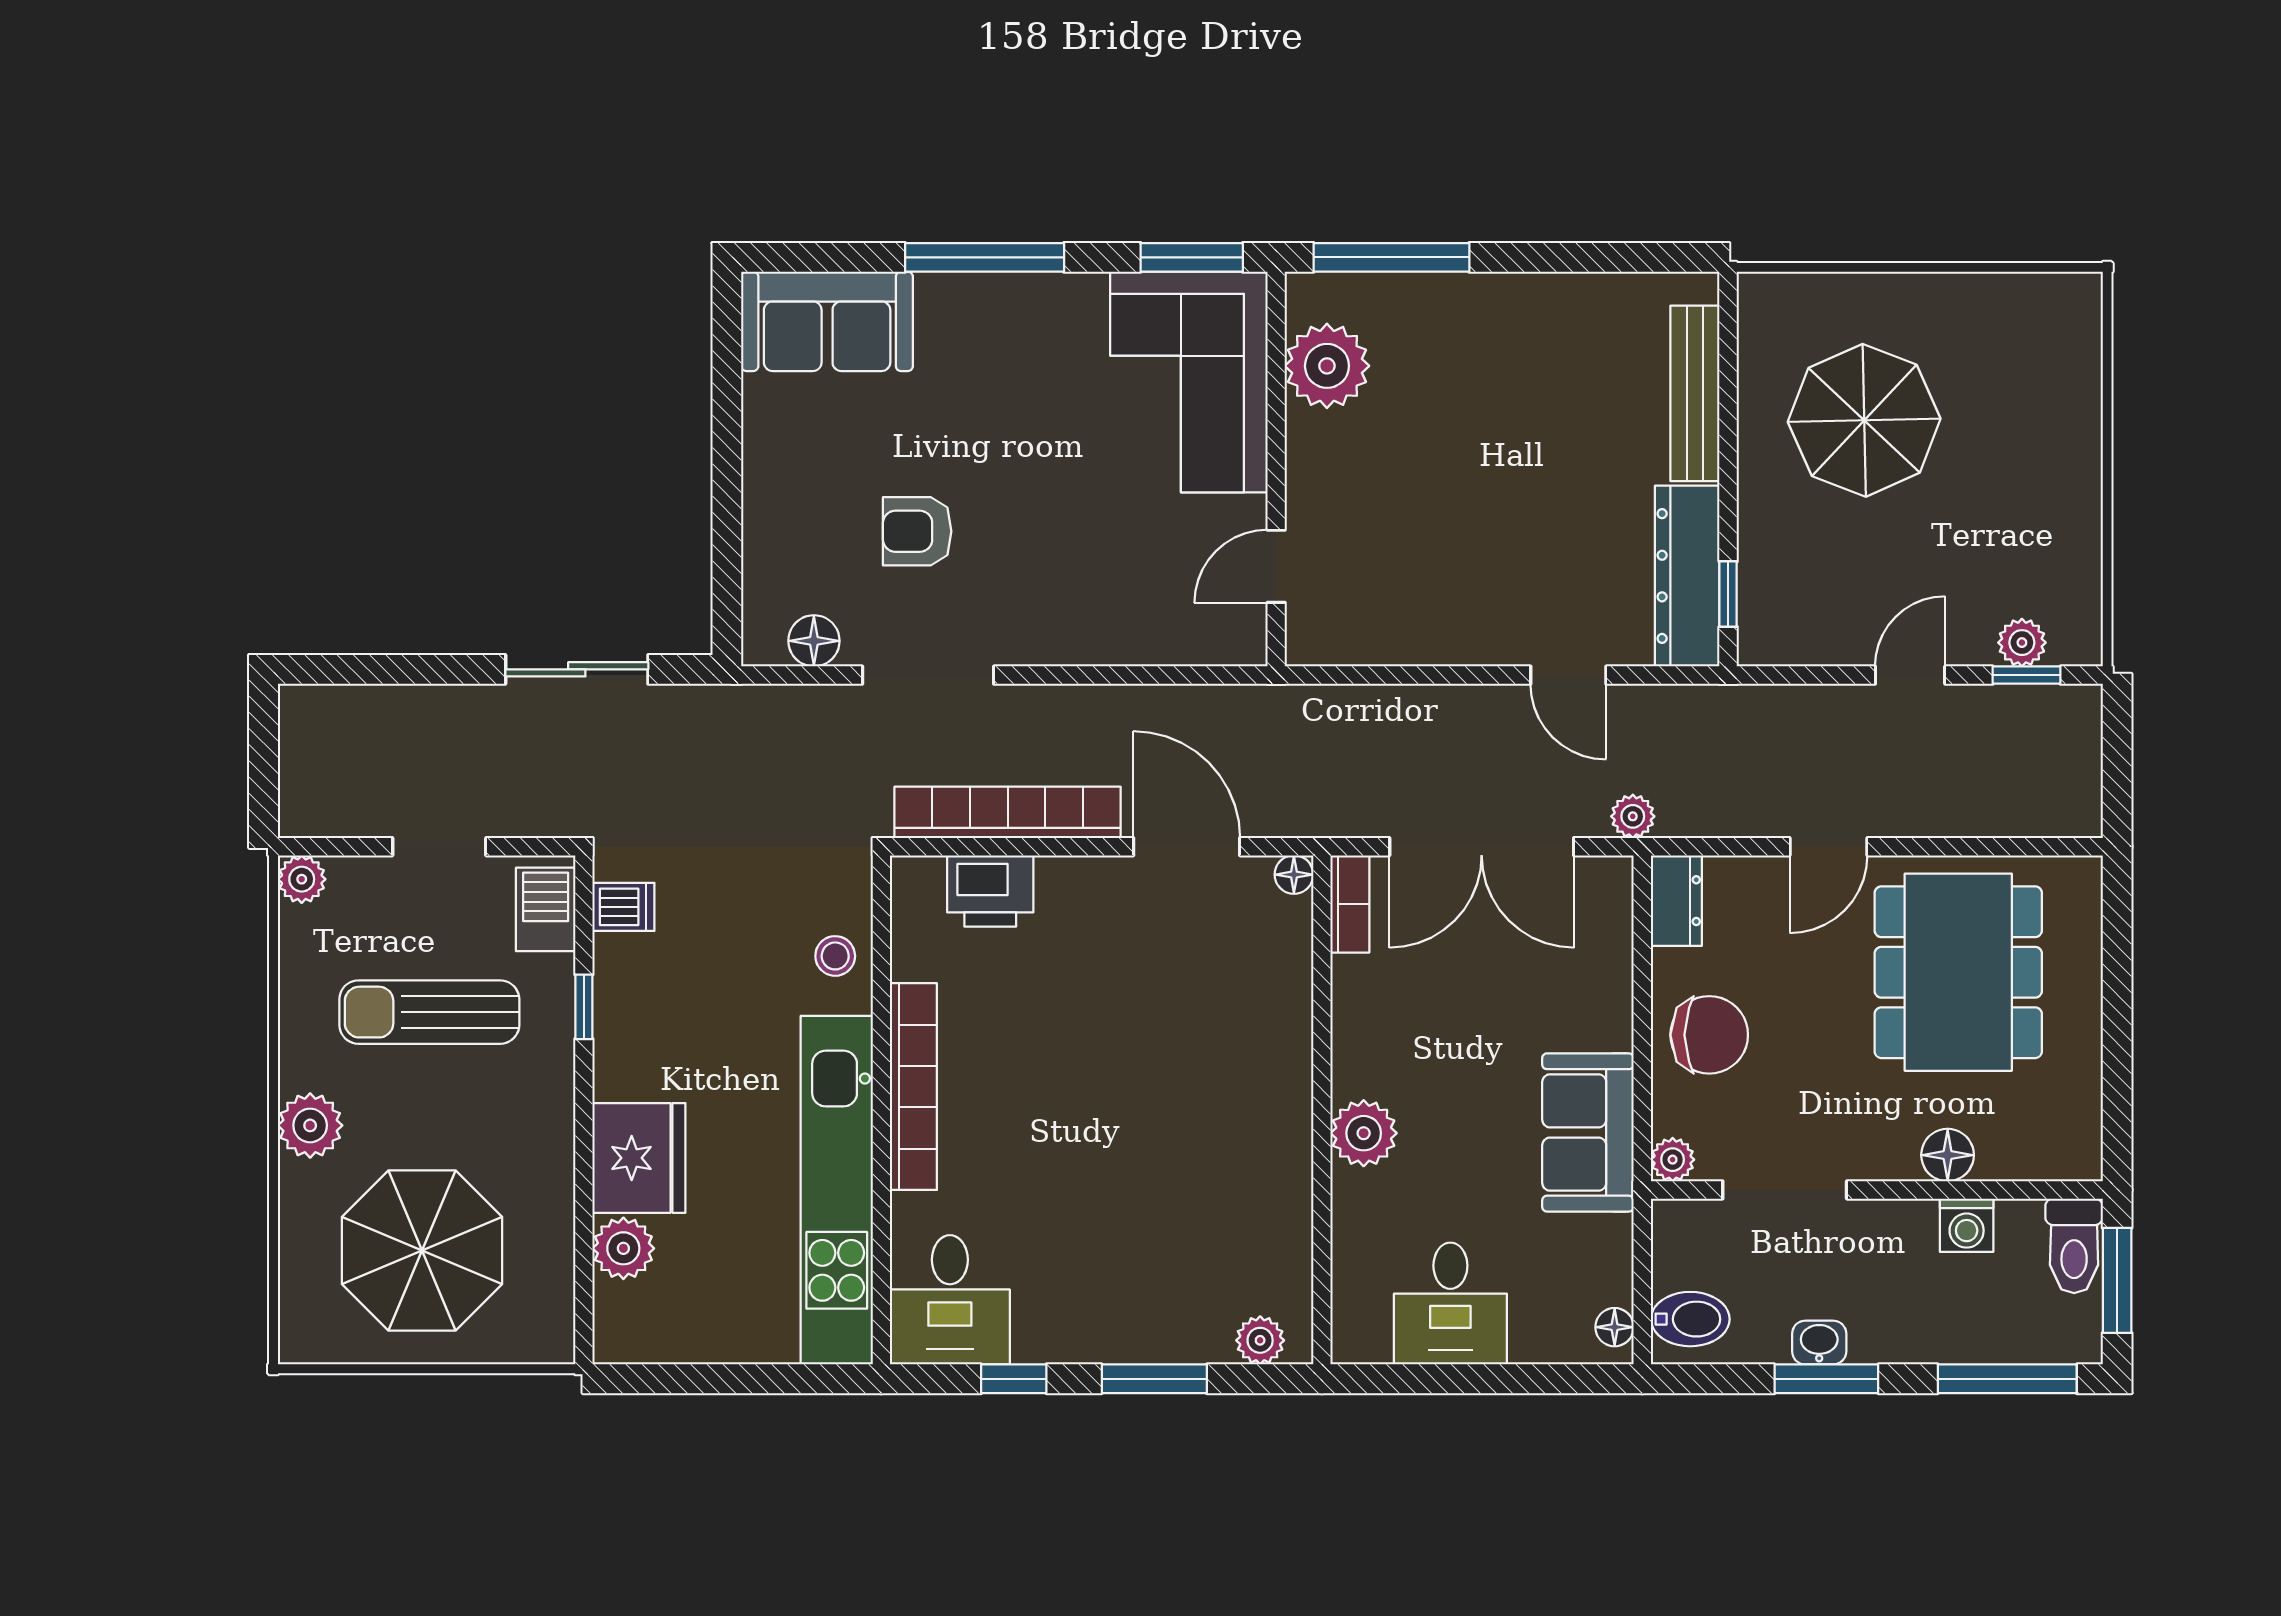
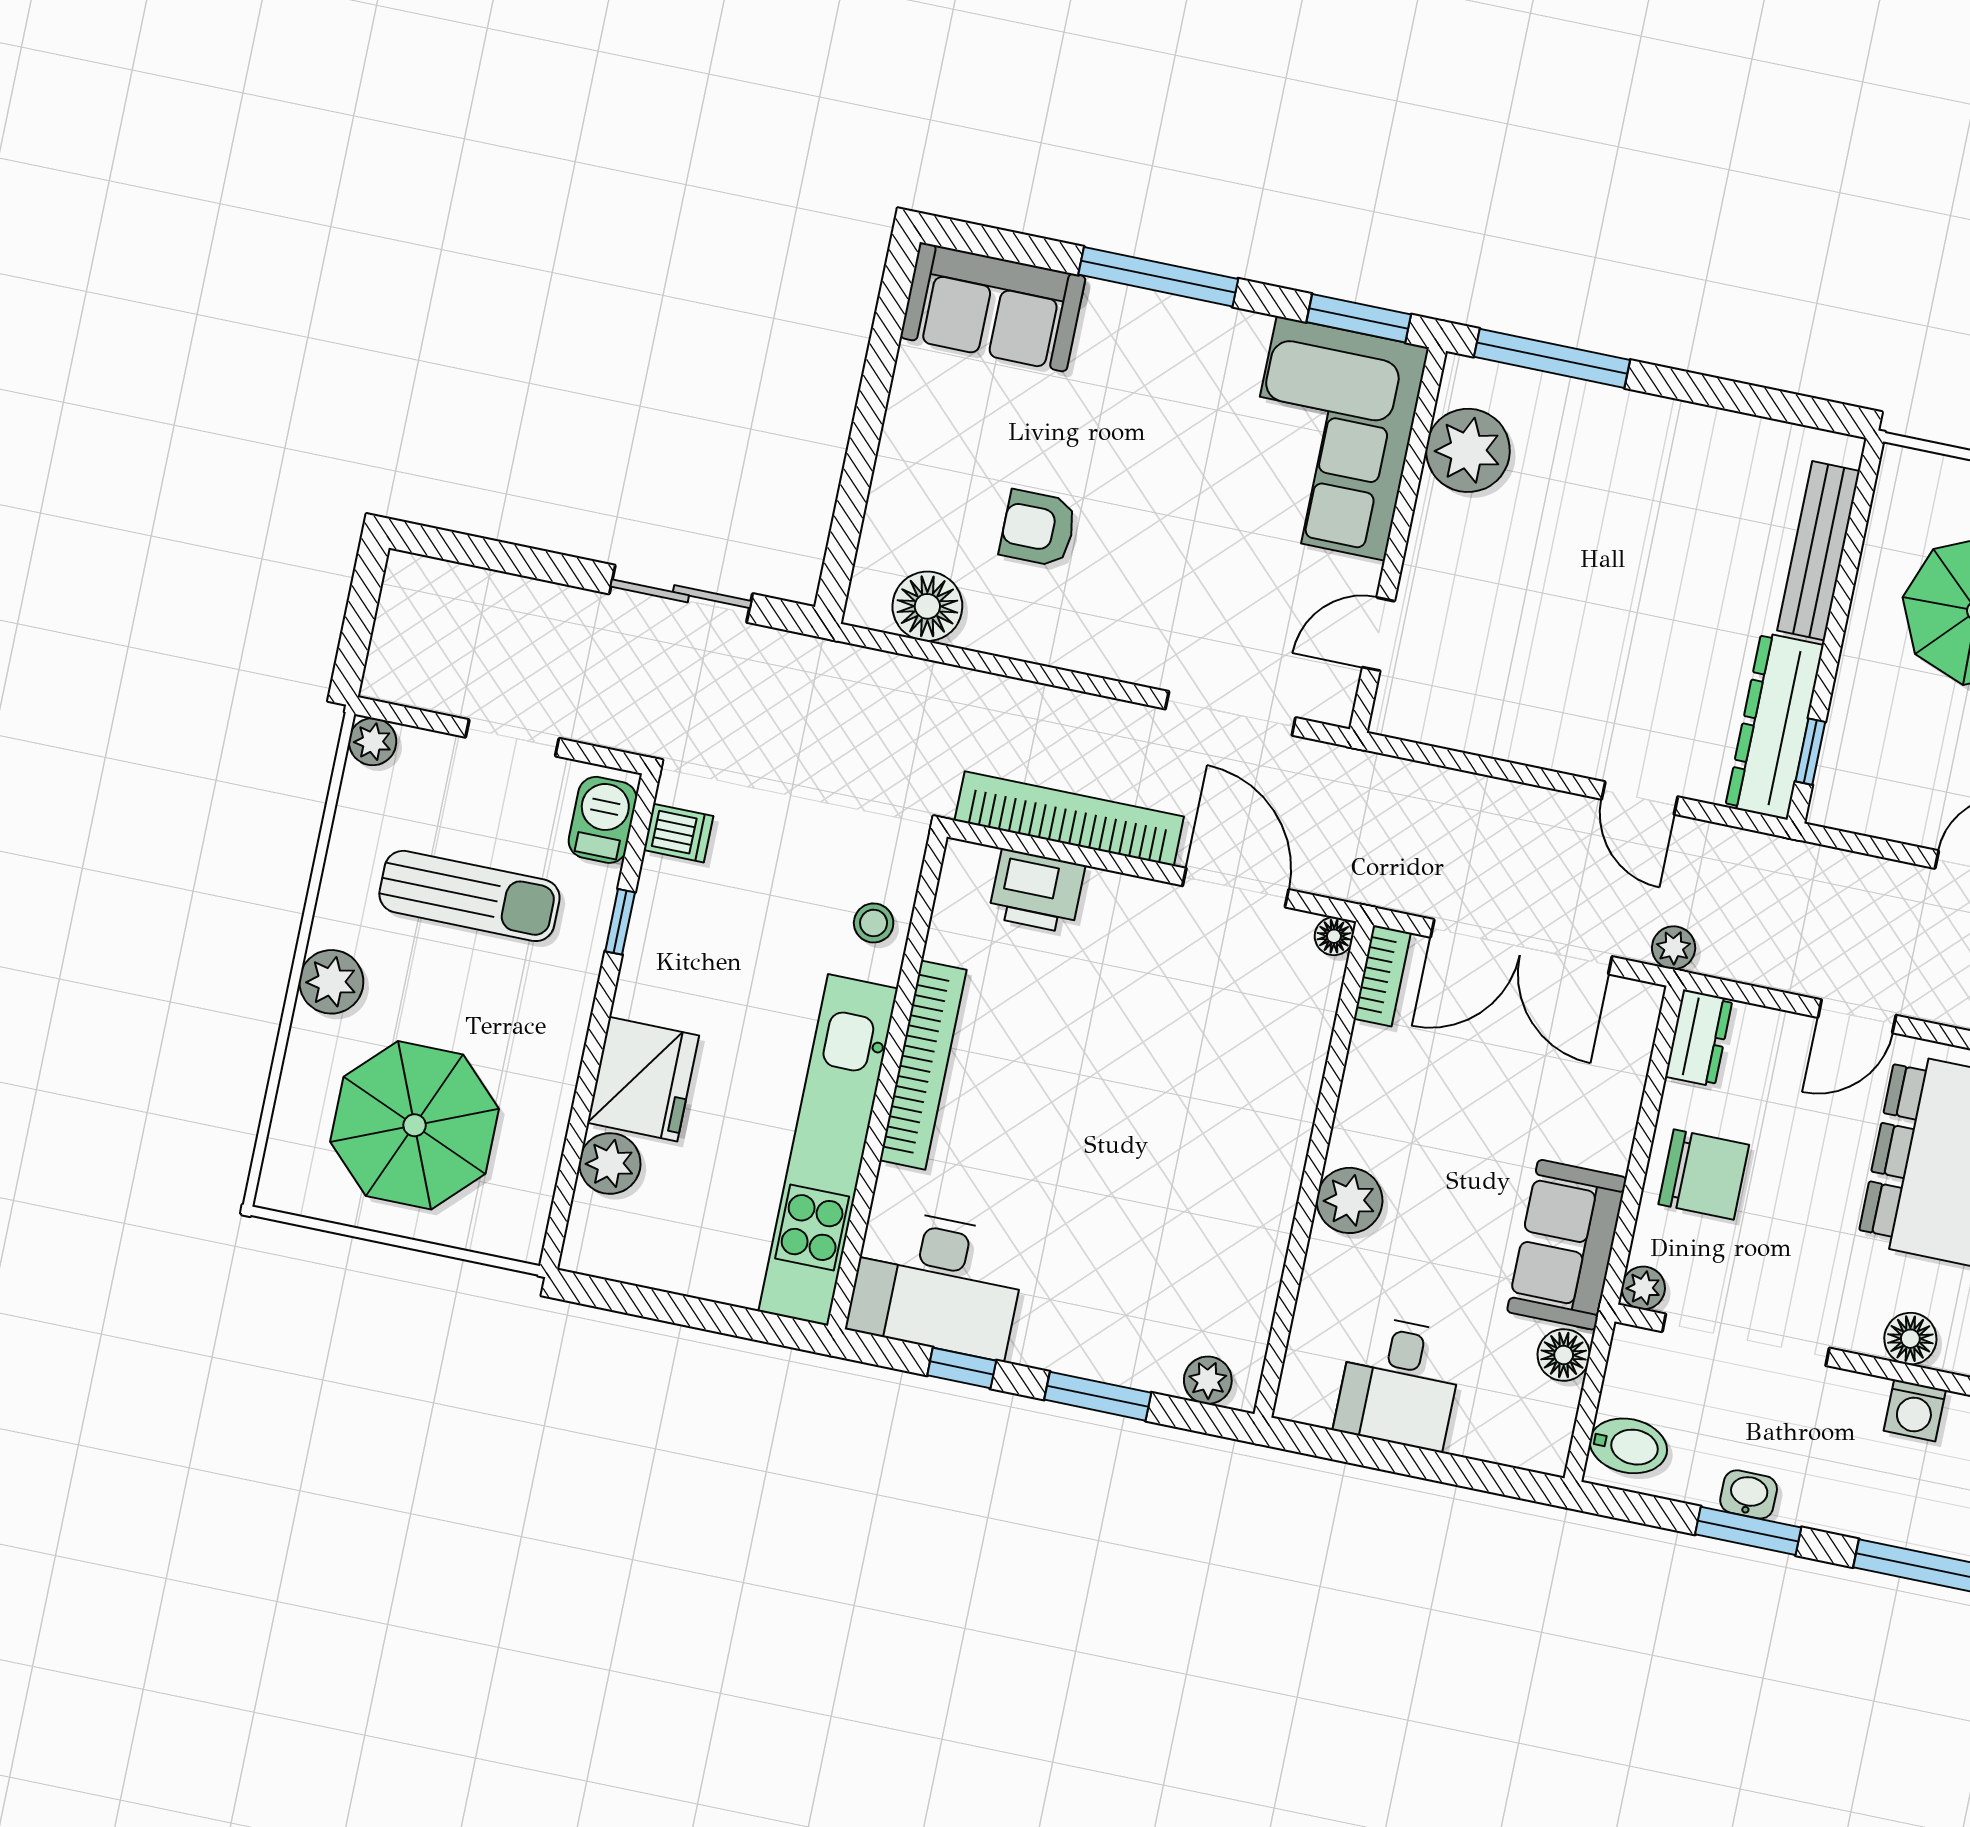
floor lamp: (814, 641) -> (927, 606), width x1.38, depth x1.38
doorway: (928, 675) -> (1230, 713), moved
sun lounger: (429, 1012) -> (469, 896), turned 180
doorway: (1785, 1190) -> (1746, 1340), width x1.36
desk: (950, 1300) -> (937, 1283), width x1.37
floor lamp: (1615, 1327) -> (1564, 1355), moved, width x1.37, depth x1.37

